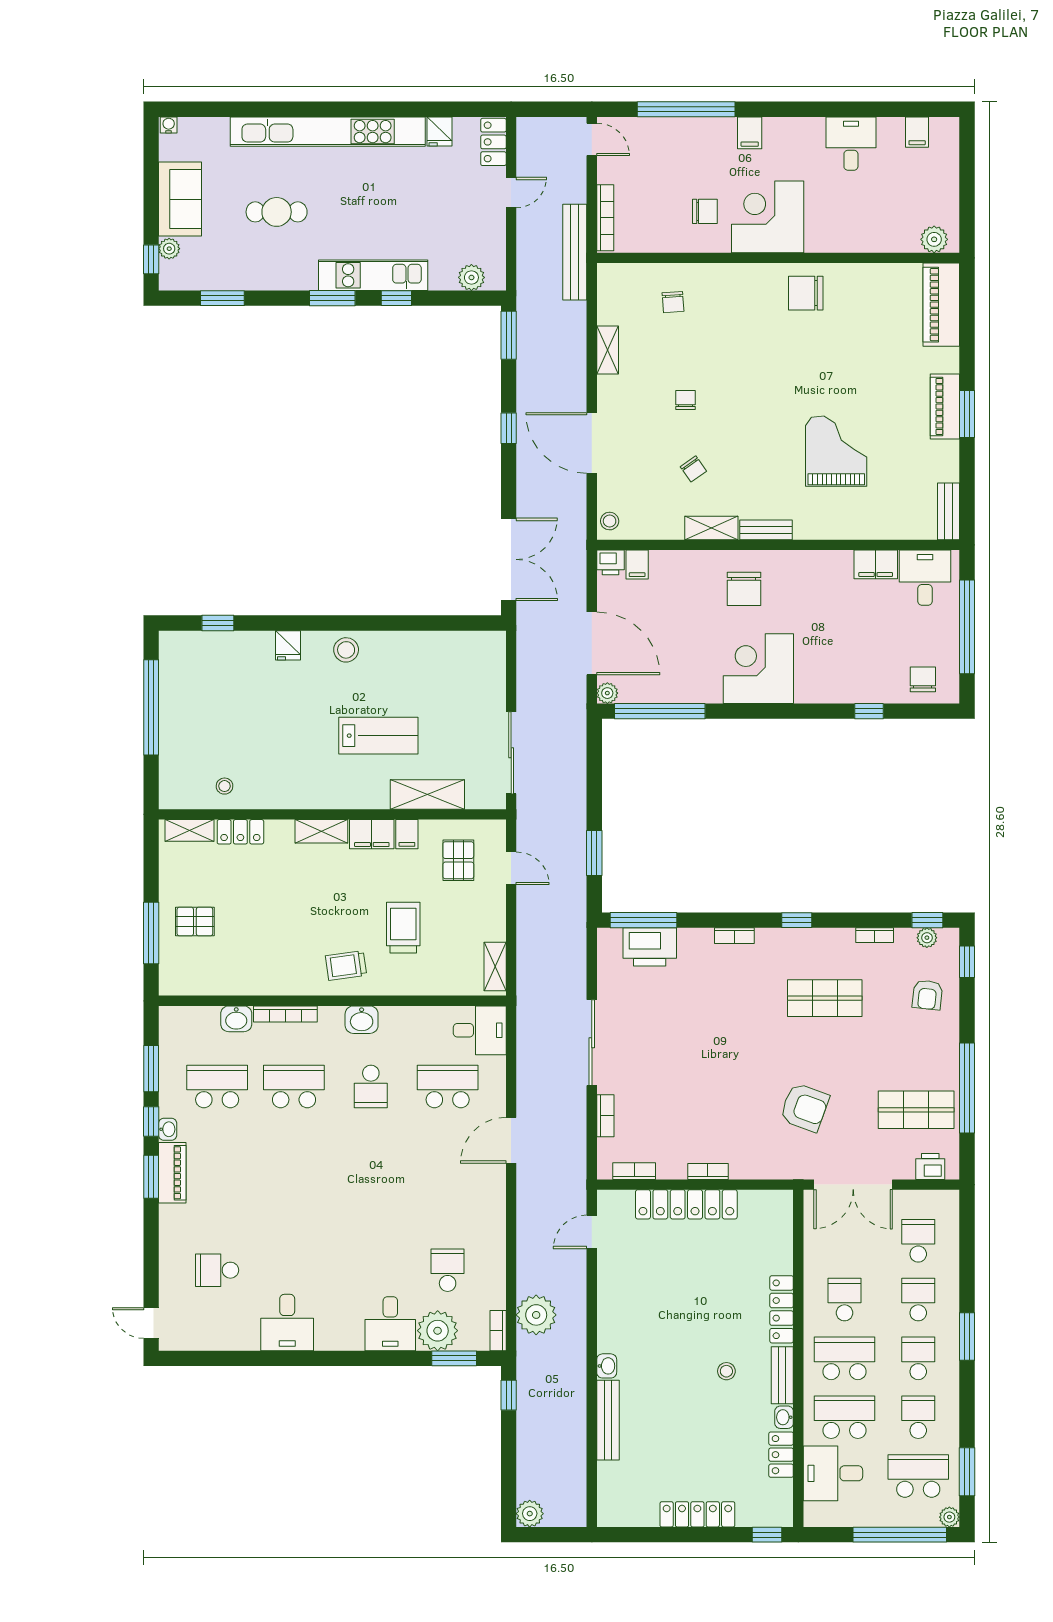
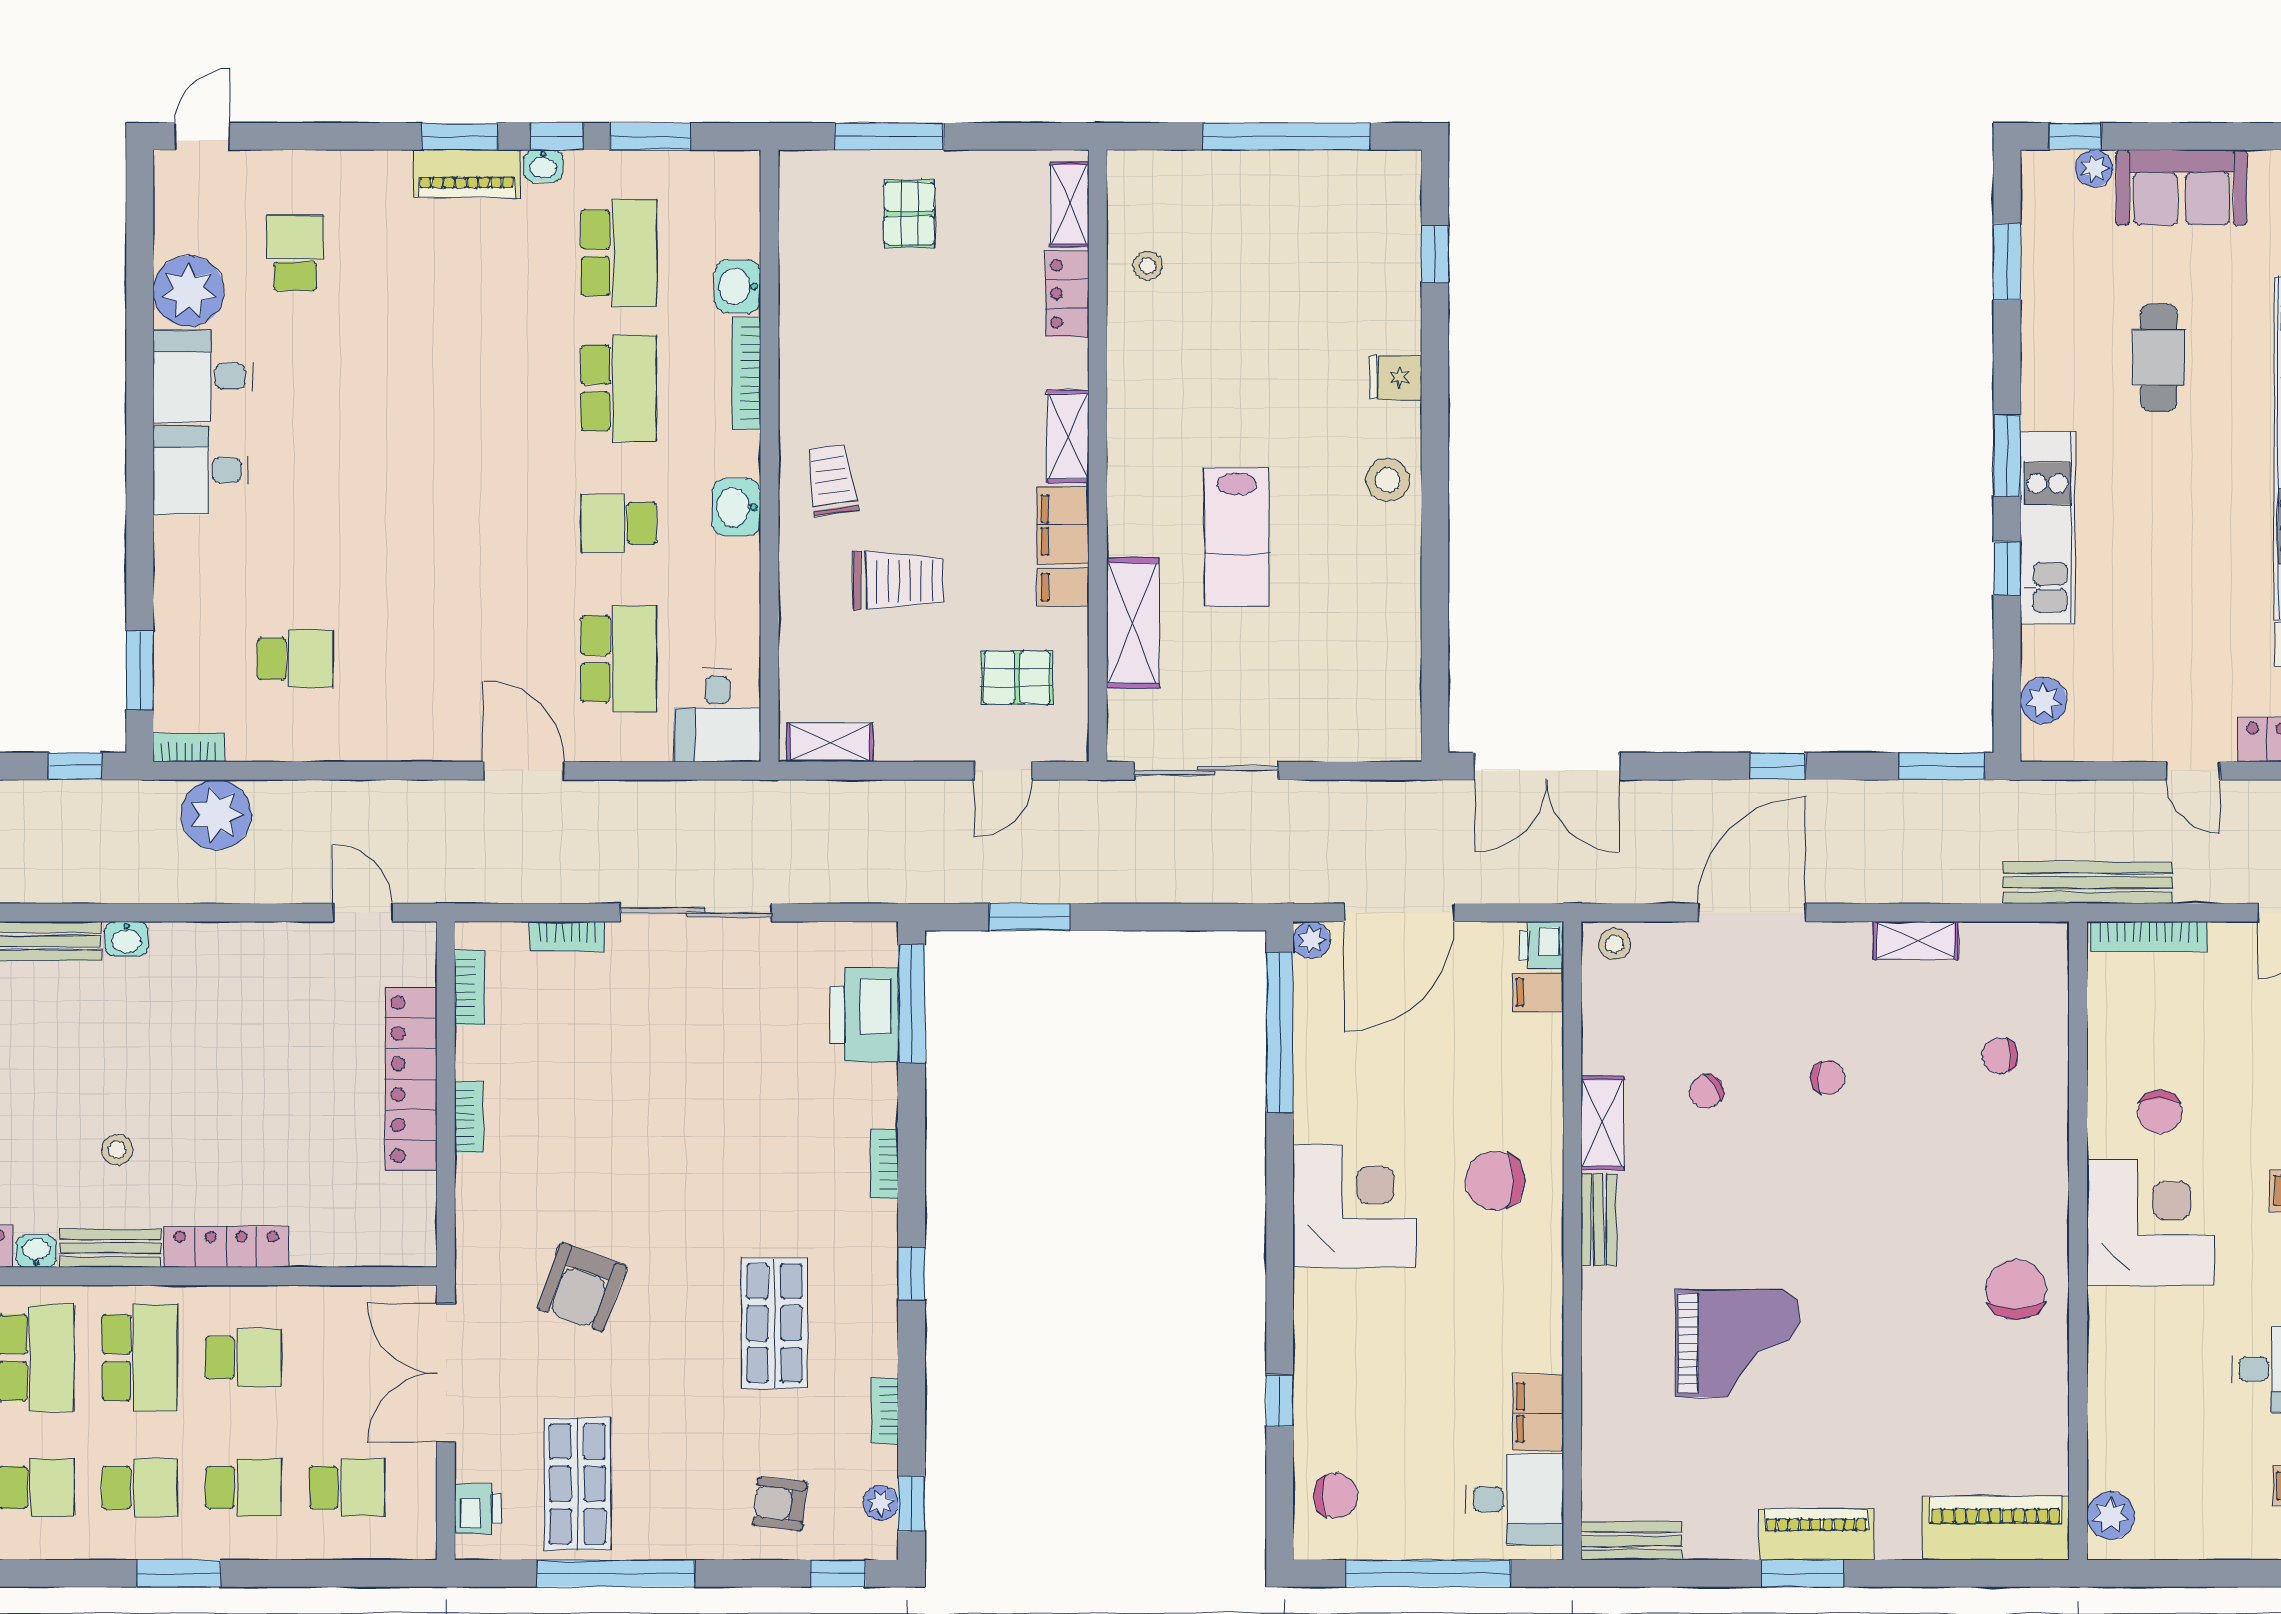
desk: (390, 1324) -> (201, 470), moved
plant: (438, 1331) -> (189, 291), moved

